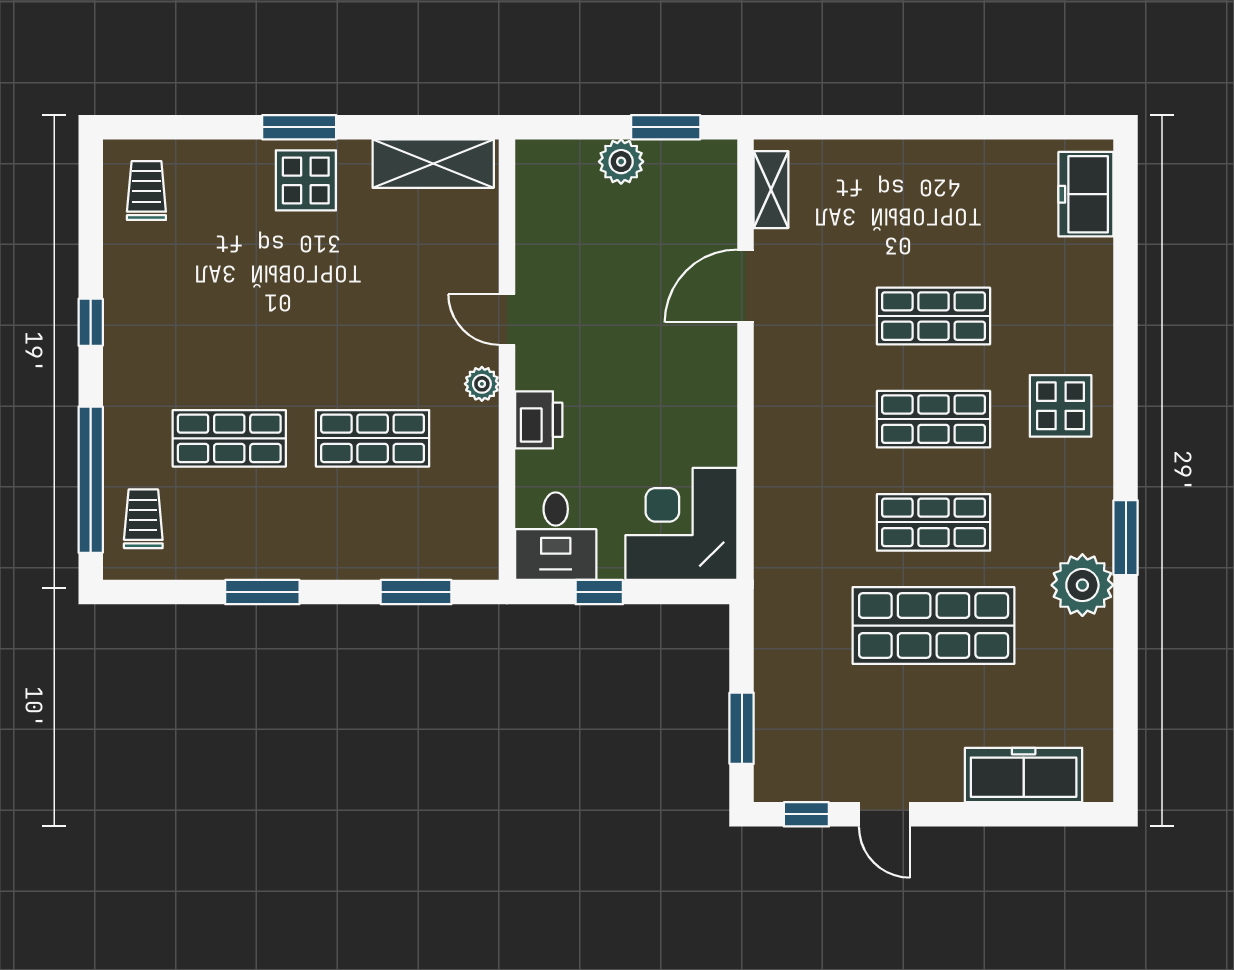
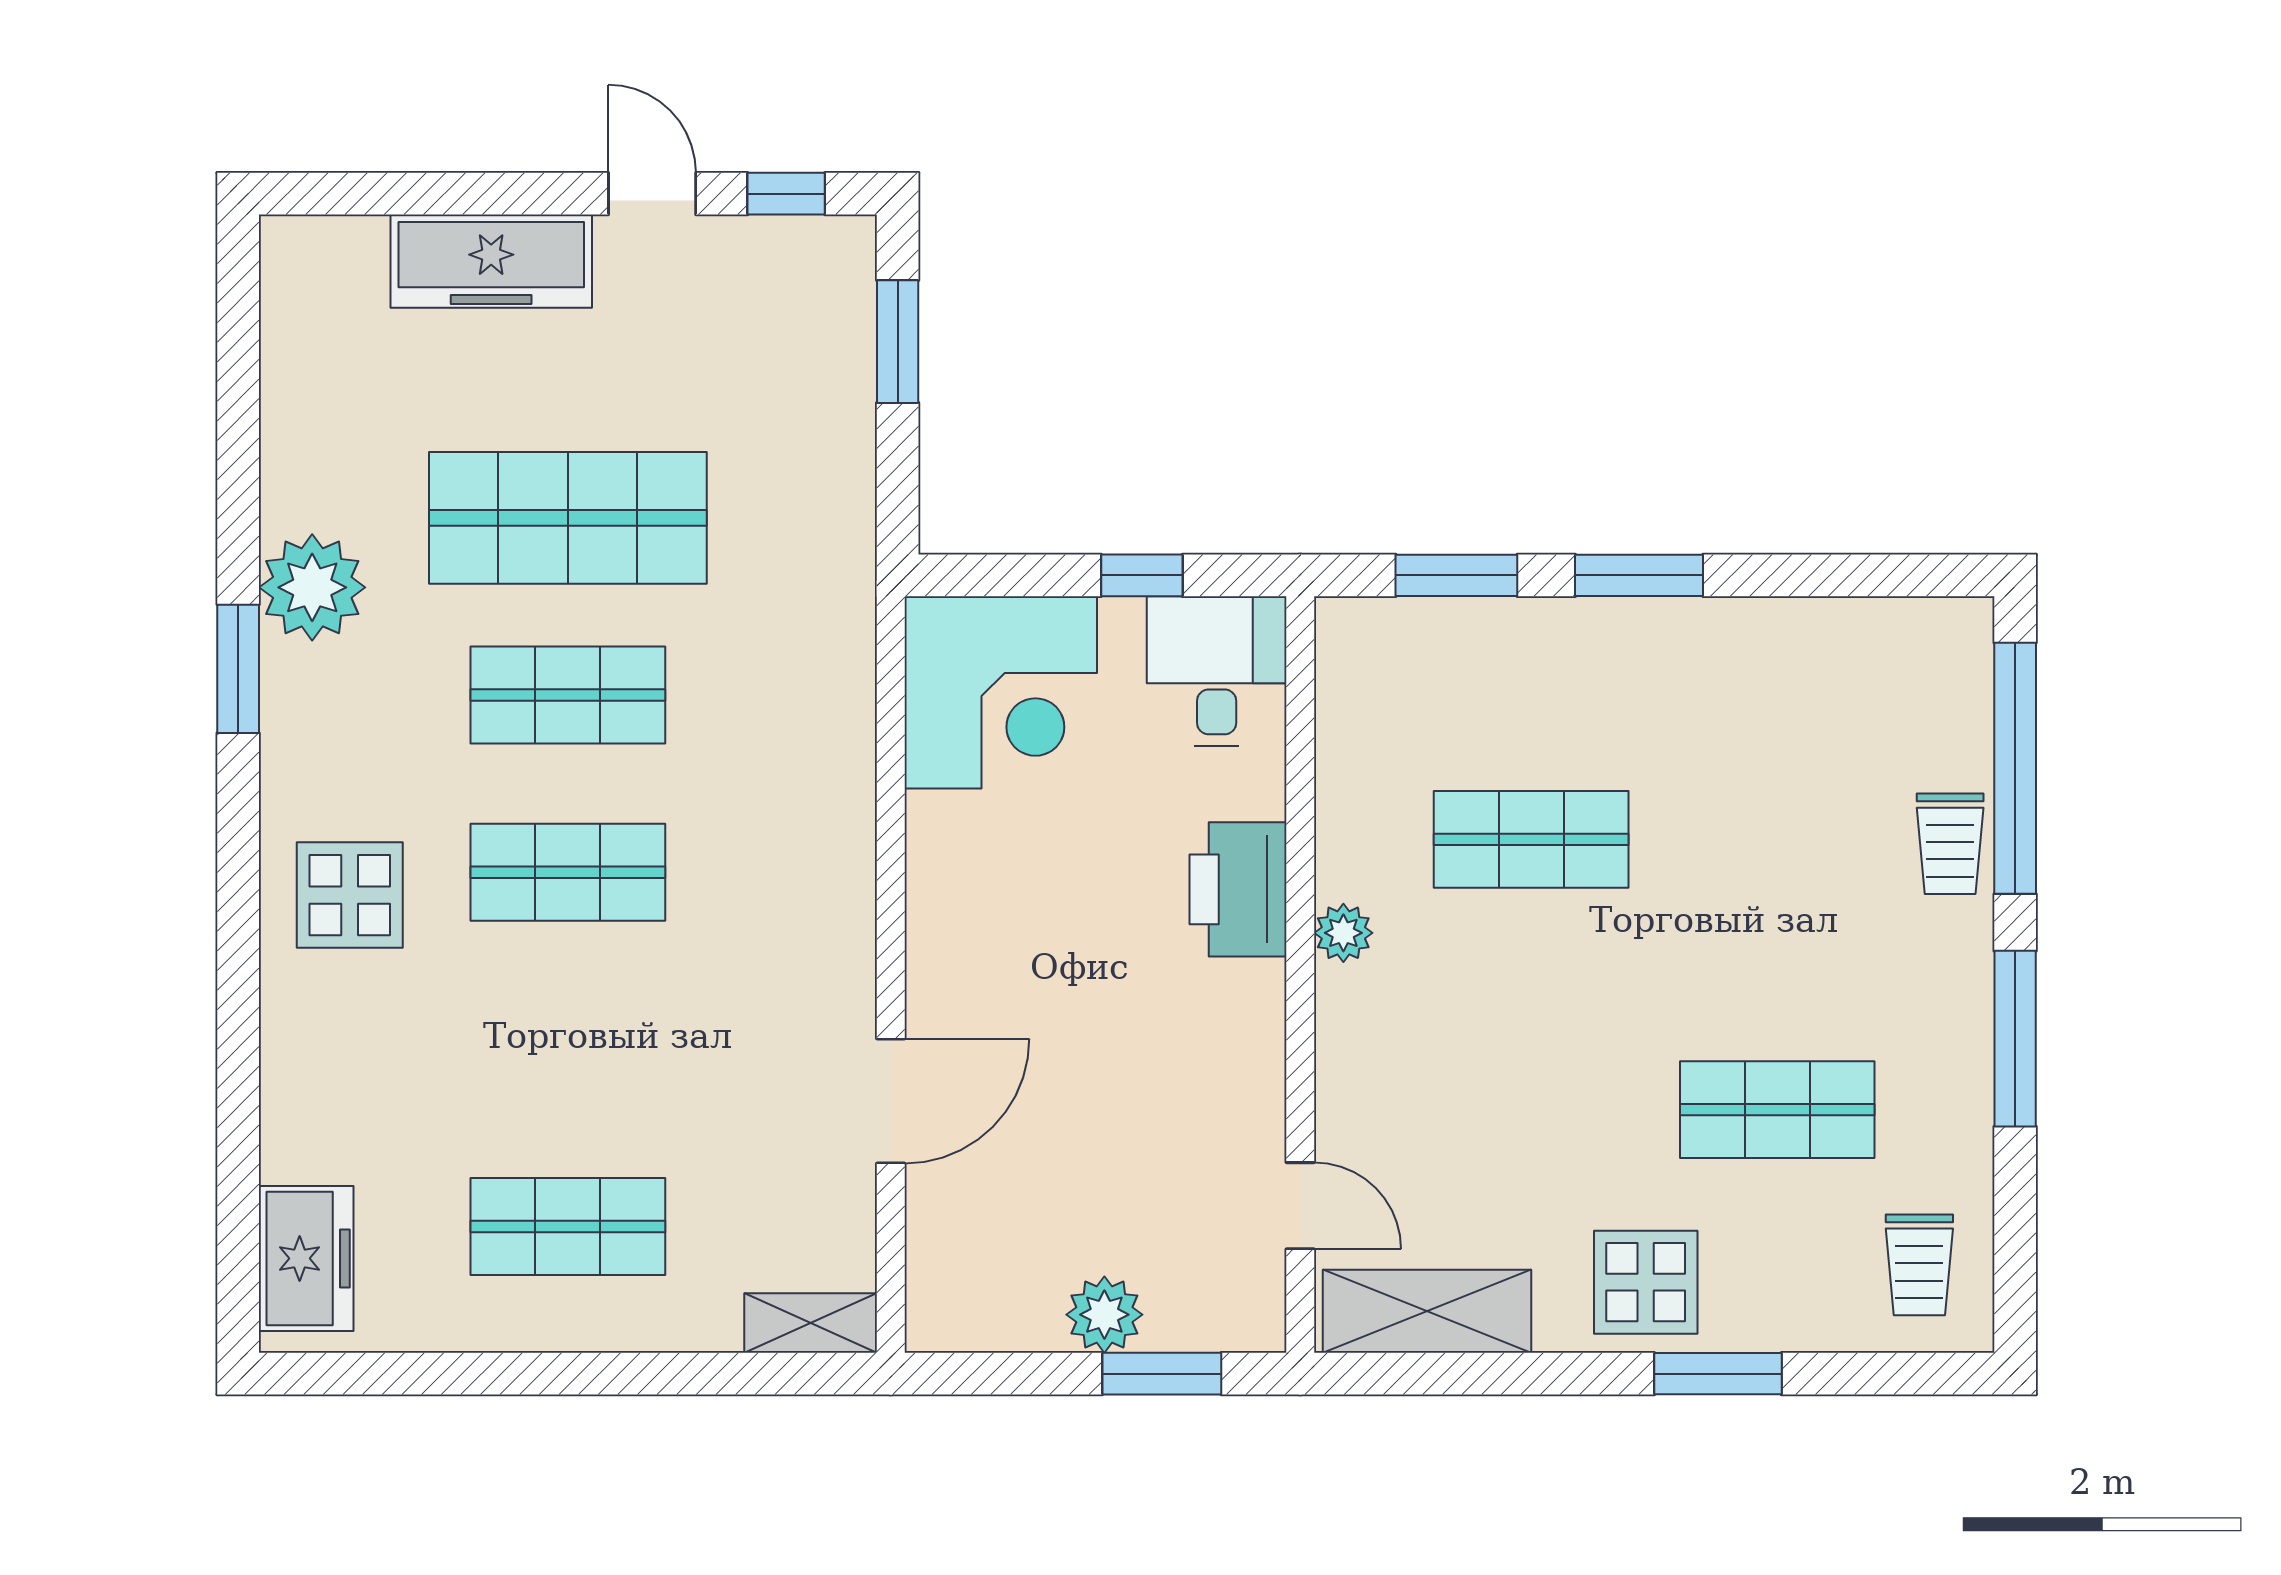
window: (299, 127) -> (1718, 1374), moved
window: (666, 127) -> (1162, 1374), moved
shelving: (771, 190) -> (811, 1323), moved, turned 90
shop shelf: (934, 316) -> (568, 1226), moved
door: (507, 319) -> (1300, 1206), moved
window: (91, 322) -> (2015, 1039), width x2.17
printer: (539, 420) -> (1238, 889), width x1.37, depth x1.19
shop shelf: (229, 438) -> (1777, 1110), moved
trolley: (143, 519) -> (1950, 844), moved
window: (262, 592) -> (1639, 575), moved
freezer: (1024, 775) -> (491, 261), moved

